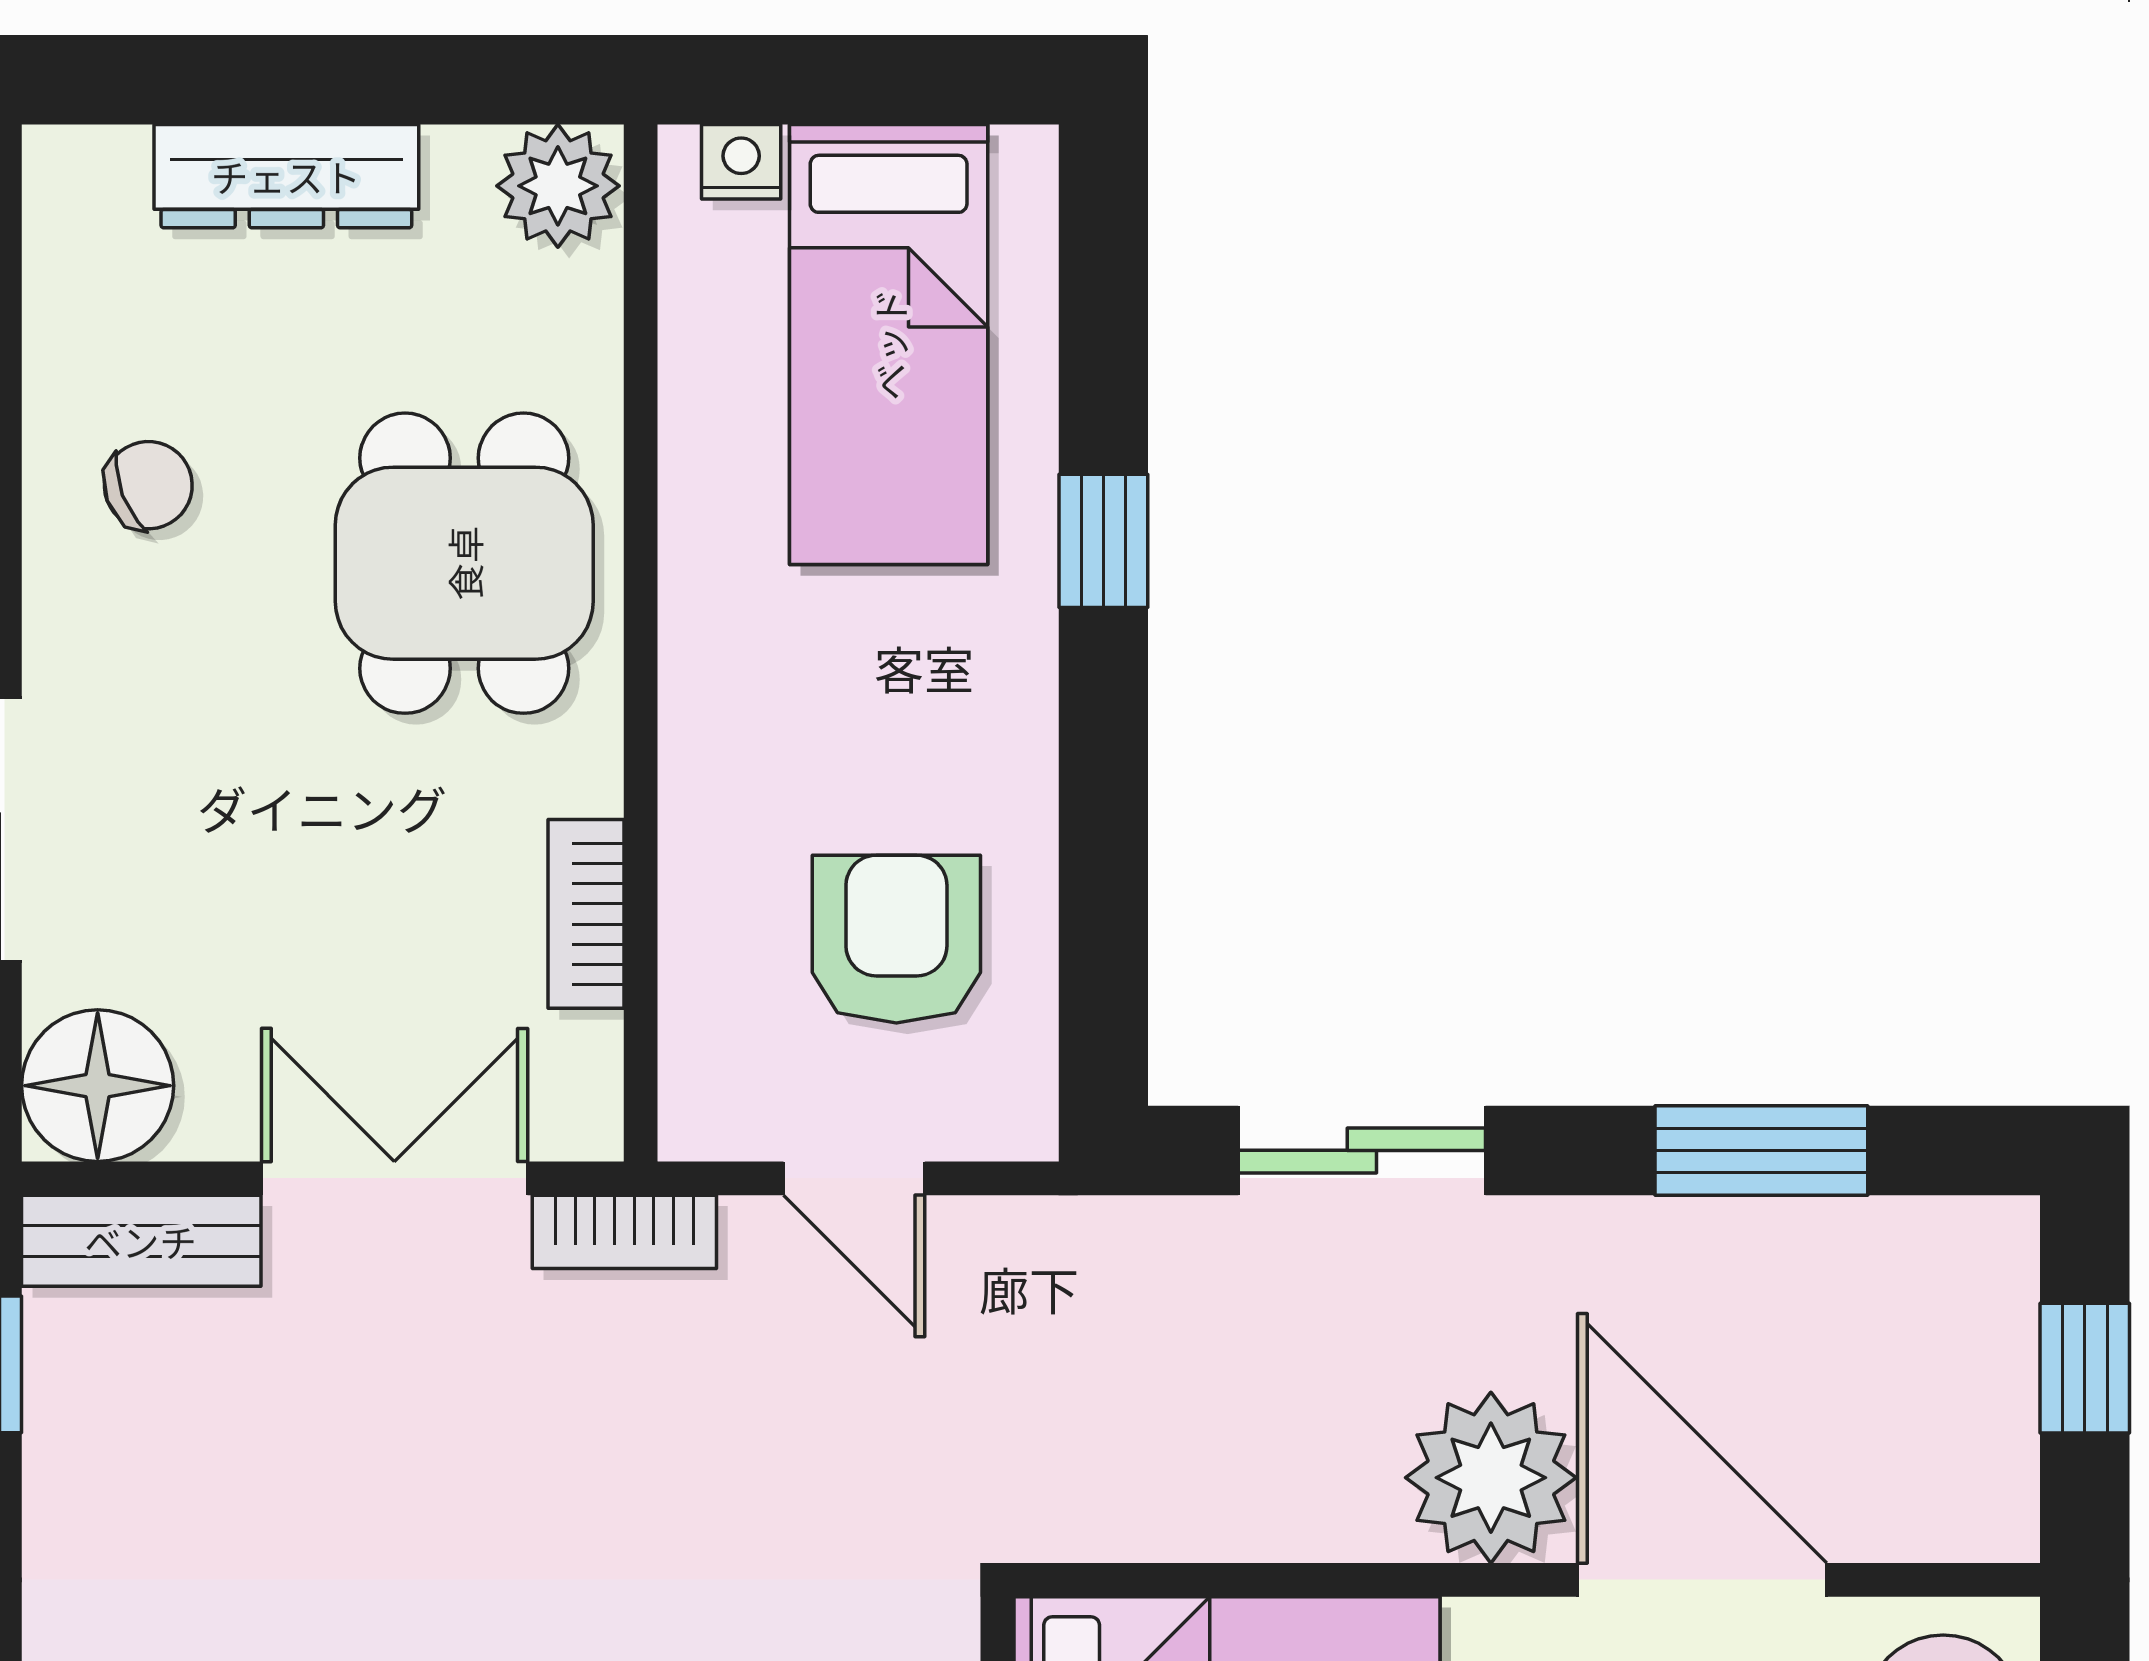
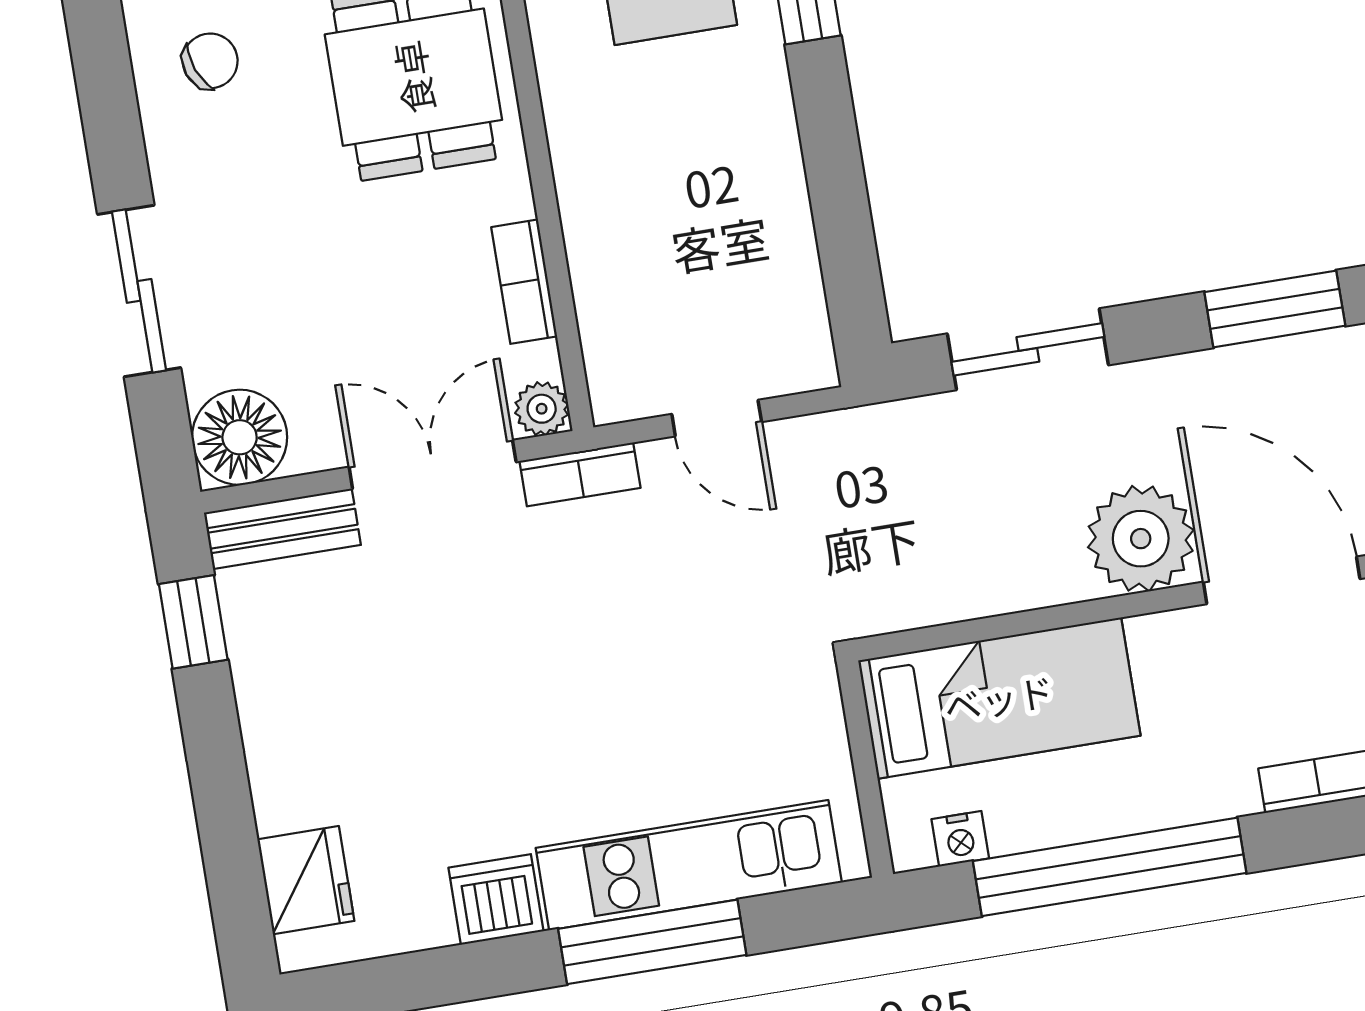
armchair: (896, 939) -> (719, 266), removed
plant: (581, 1118) -> (542, 409), added

